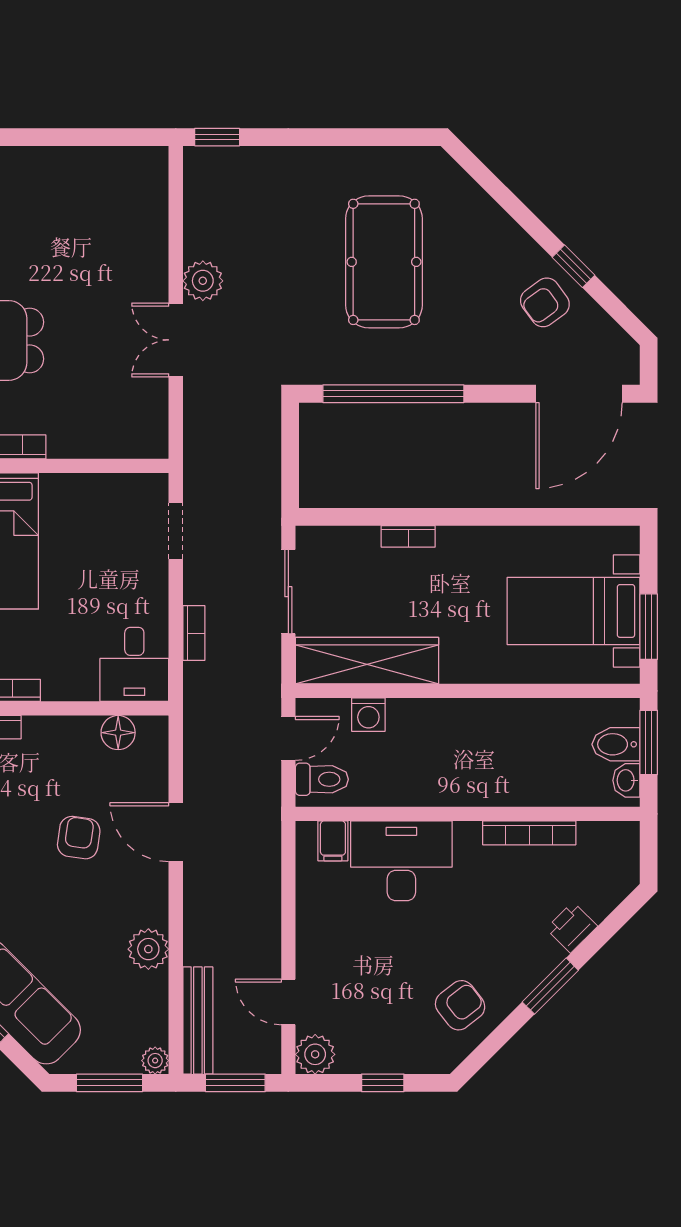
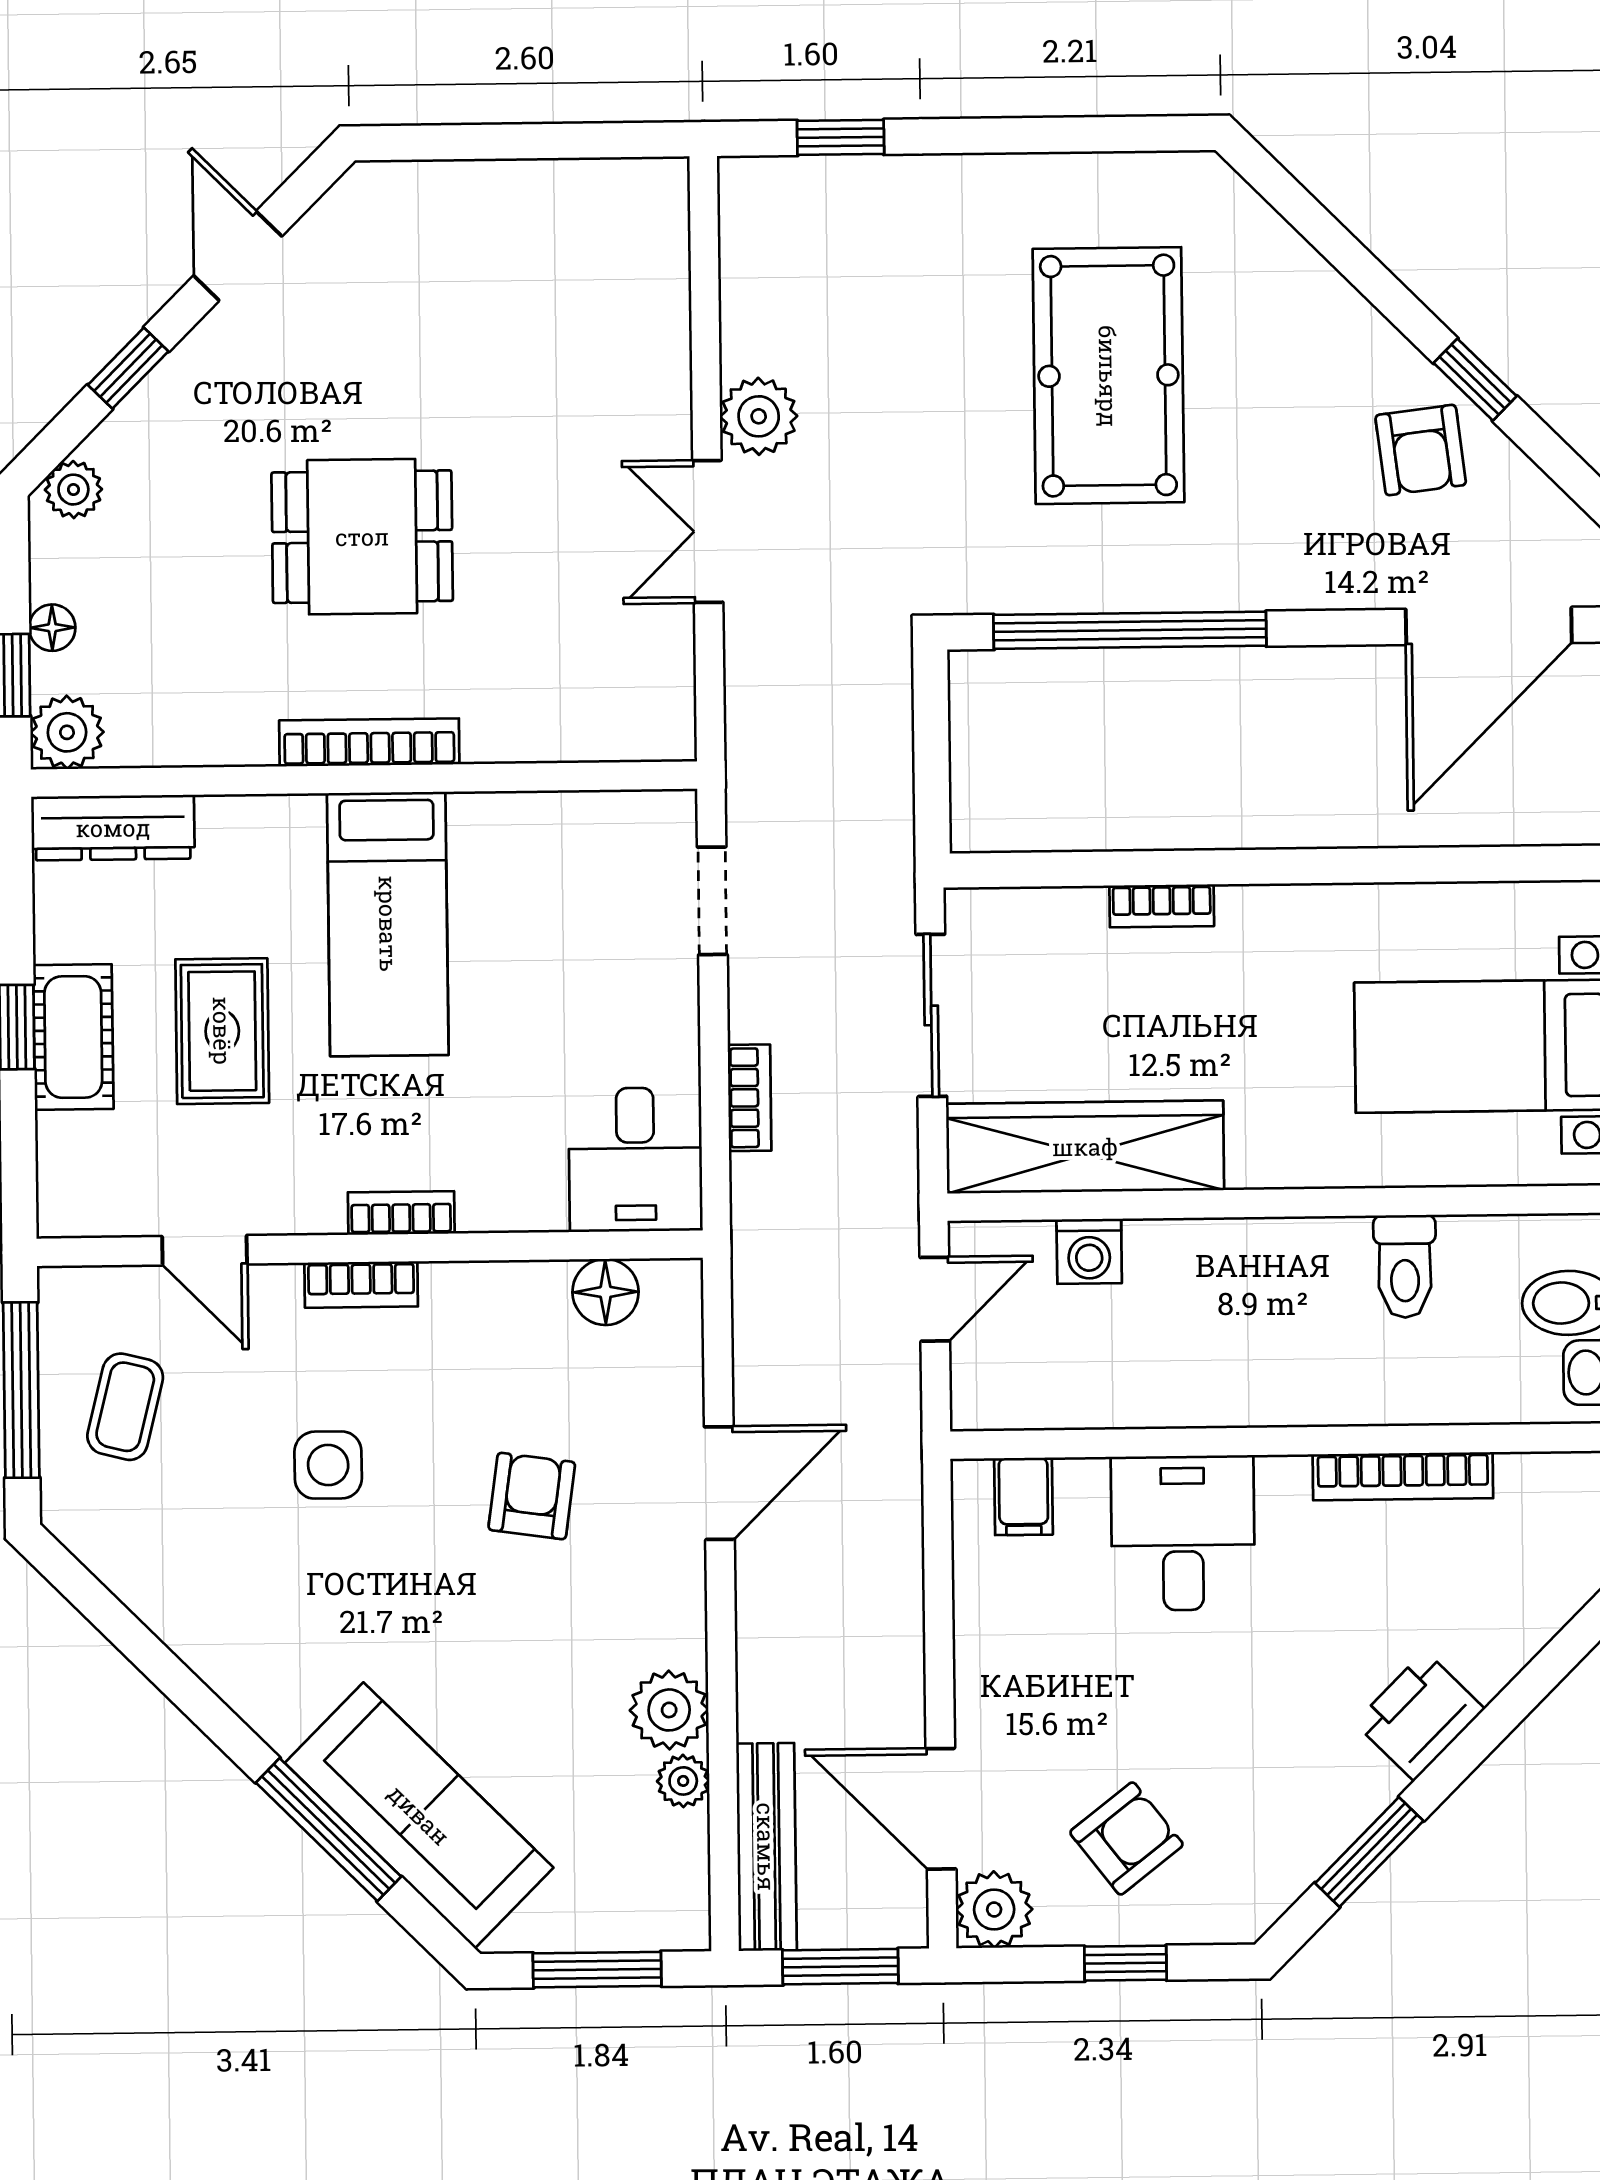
window: (217, 137) -> (841, 137), moved
armchair: (545, 302) -> (1421, 450), turned -61
toilet: (322, 779) -> (1405, 1266), moved, turned 90
door: (176, 832) -> (719, 1483), swing flipped
desk: (401, 861) -> (1183, 1533), width x0.73
printer: (572, 927) -> (1419, 1716), moved, width x1.36, depth x1.24
window: (550, 986) -> (1369, 1852), moved
door: (288, 1002) -> (941, 1809), width x1.38
armchair: (460, 1005) -> (1126, 1838), moved
plant: (155, 1061) -> (683, 1781), moved

